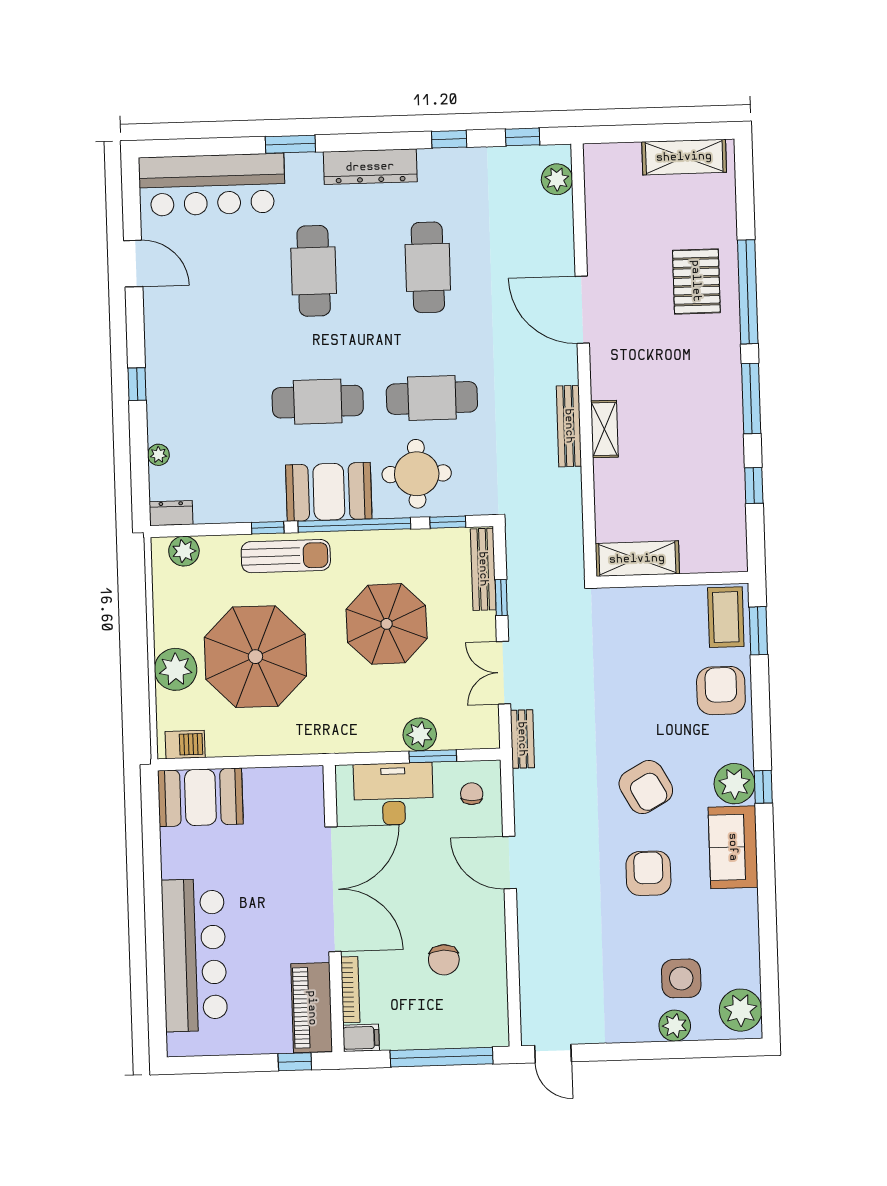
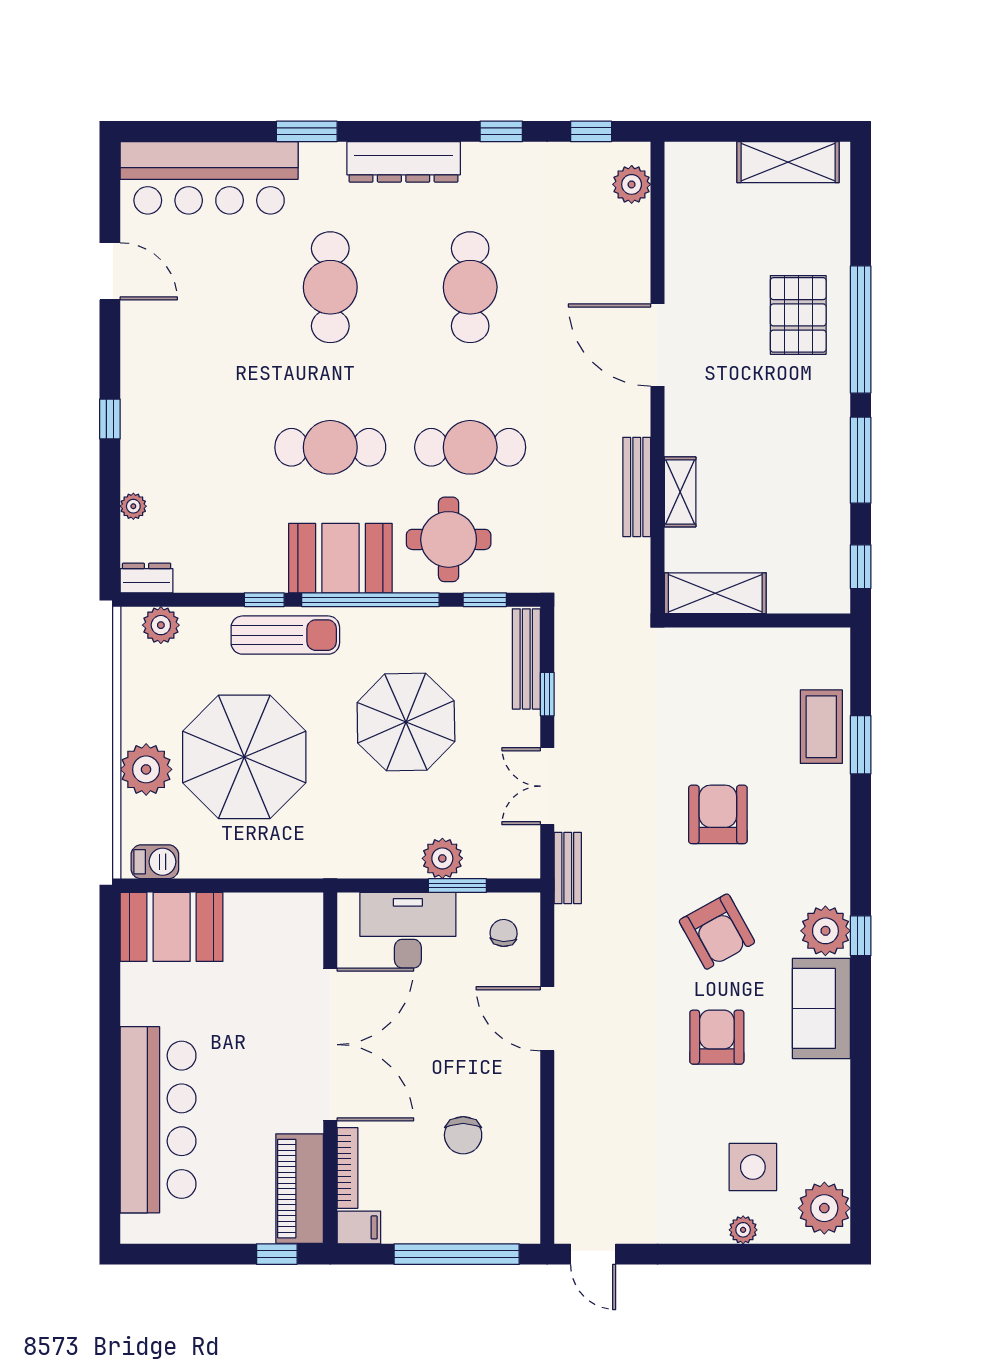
shelving: (637, 559) -> (715, 593), moved
wall: (672, 580) -> (757, 620), moved
armchair: (721, 691) -> (718, 814), moved
plant: (675, 1026) -> (743, 1230), width x0.73, depth x0.73

